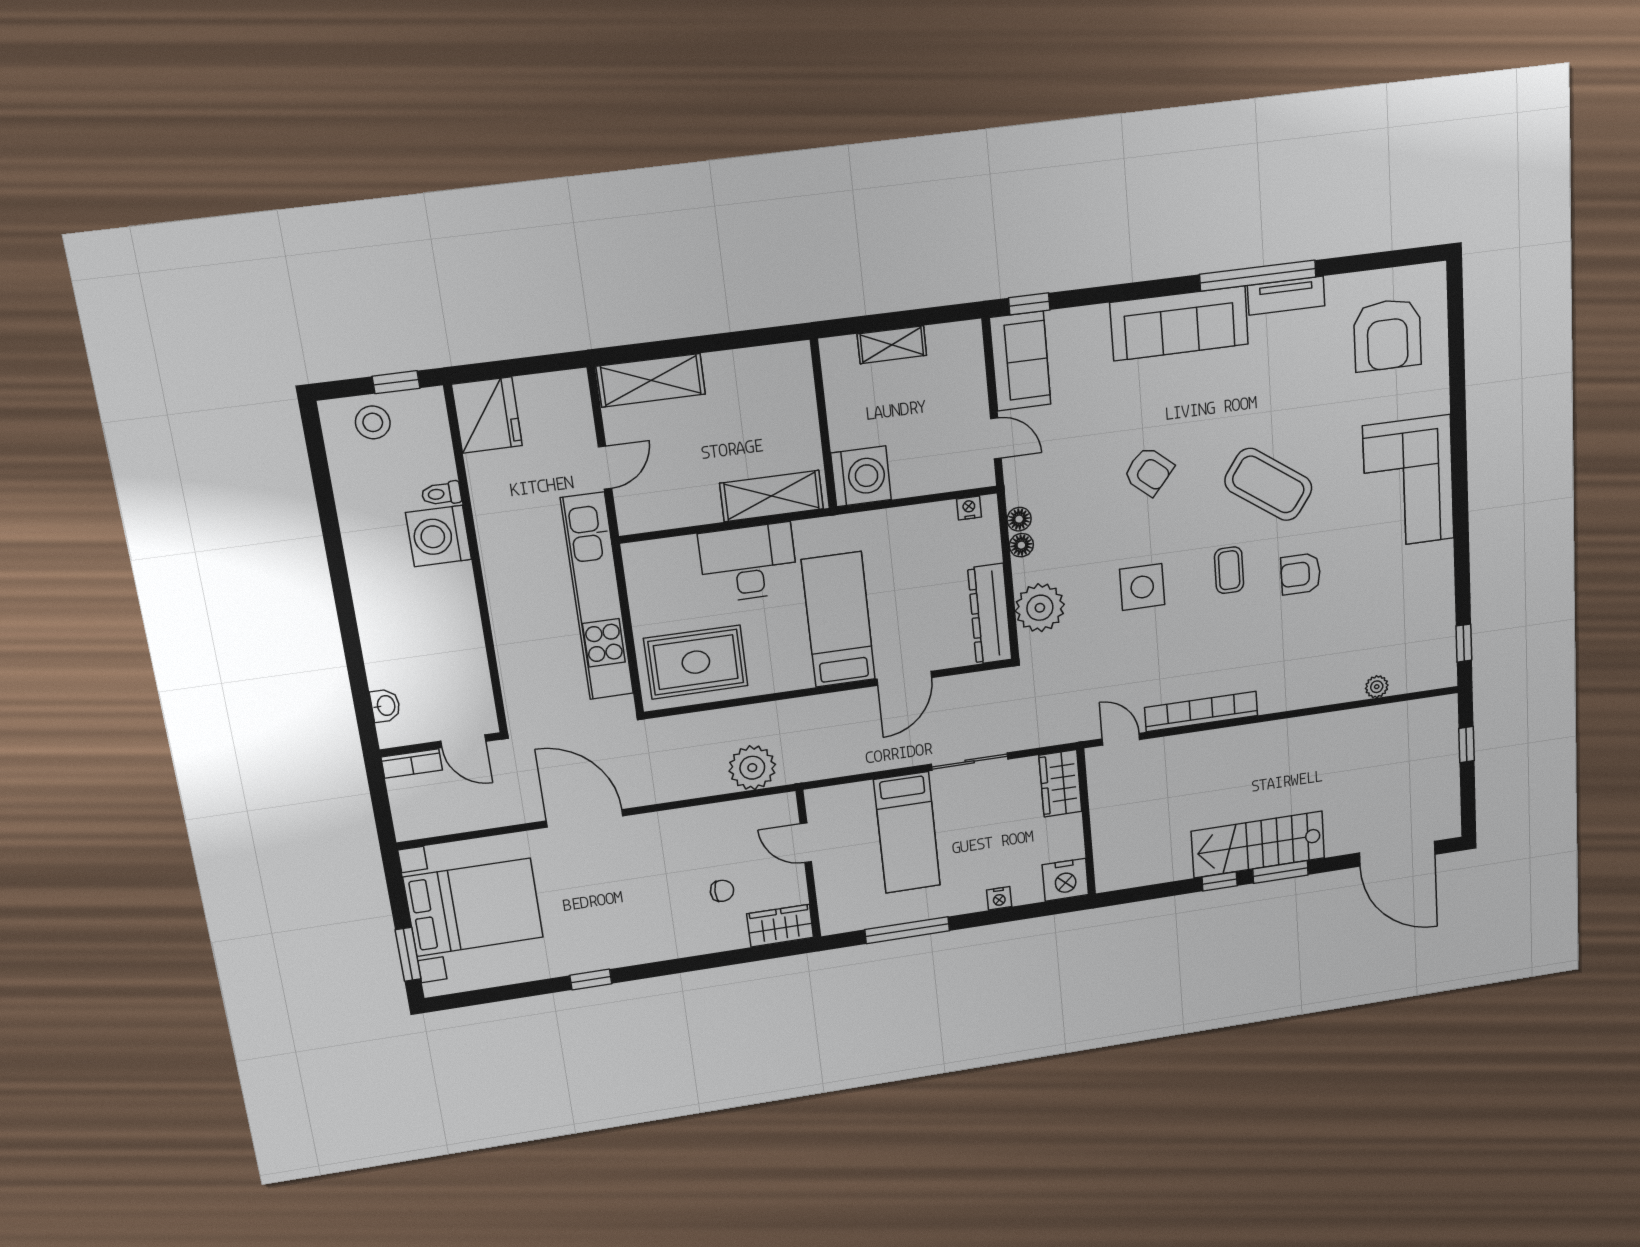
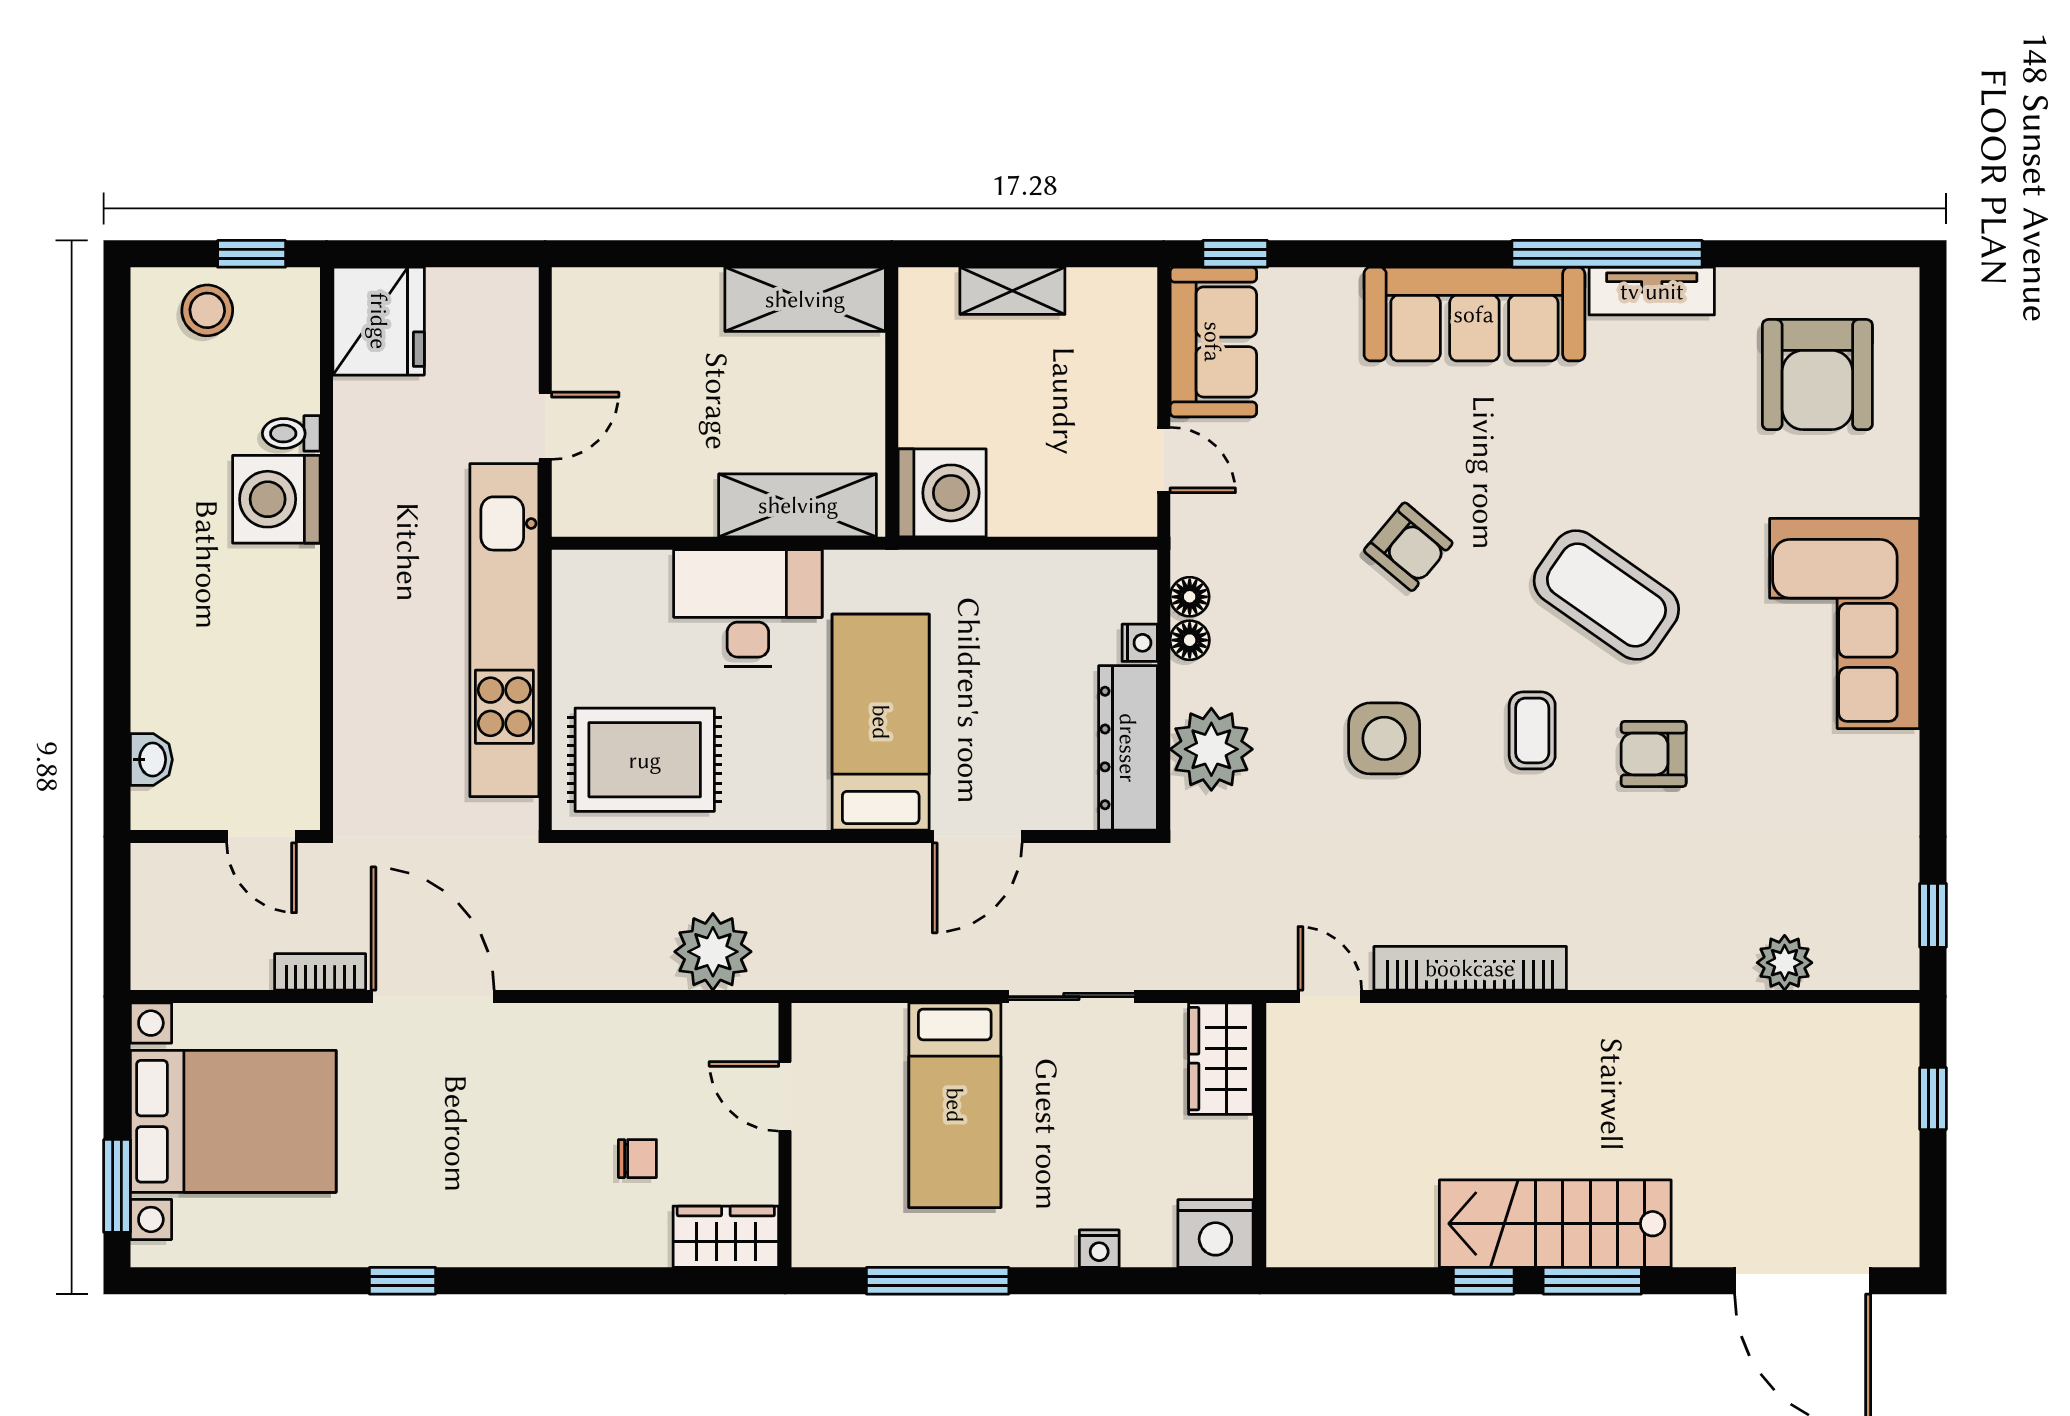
shelving: (651, 380) -> (805, 299), moved
nightstand: (969, 508) -> (1140, 643), moved, turned 90
plant: (1377, 687) -> (1785, 963), width x1.38, depth x1.38
bookcase: (412, 764) -> (320, 972), moved, turned 180

